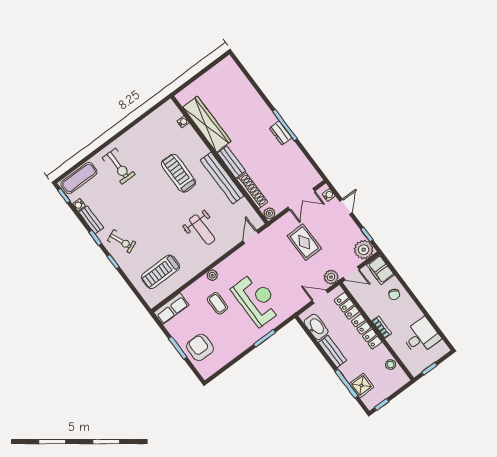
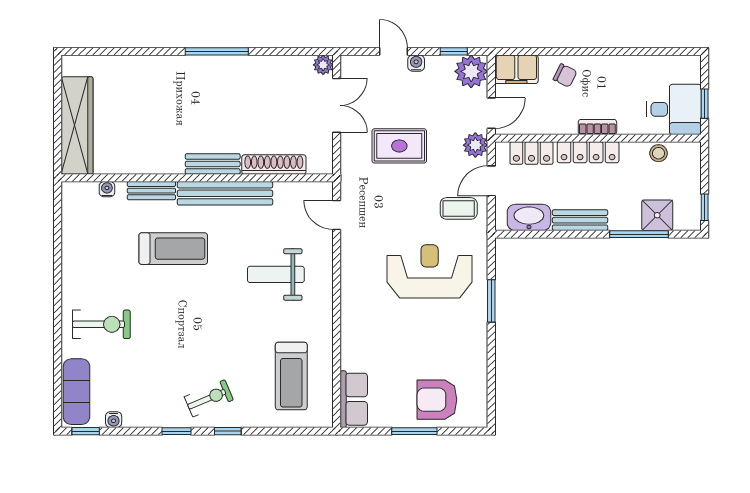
wardrobe: (207, 124) -> (77, 126), moved, turned 90
dresser: (281, 133) -> (223, 66), removed
treadmill: (179, 173) -> (173, 249), turned 180
water cooler: (329, 195) -> (416, 63), moved
plant: (269, 213) -> (323, 65), moved
bench: (91, 220) -> (151, 191), moved
weight bench: (202, 230) -> (276, 274), turned 180
plant: (212, 275) -> (350, 308), removed
coffee table: (217, 303) -> (459, 208), moved
desk: (421, 336) -> (674, 109), moved, turned 90

